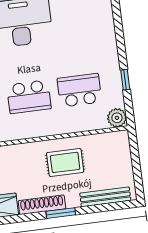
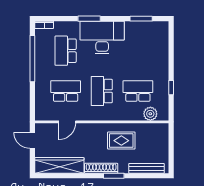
school desk: (29, 97) -> (102, 91), turned 90
plant: (117, 118) -> (150, 114), moved

